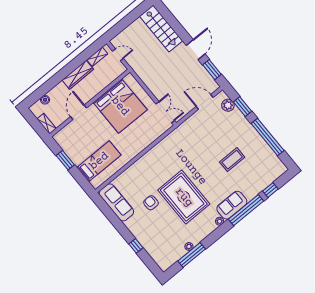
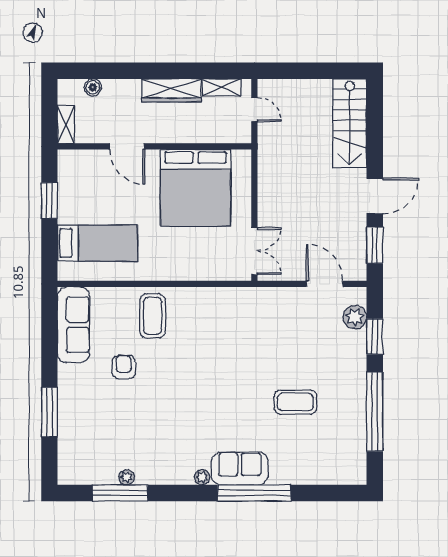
door: (79, 112) -> (127, 146), swing flipped
coffee table: (146, 172) -> (153, 316), added
window: (270, 190) -> (315, 493), removed
rug: (184, 197) -> (179, 398), removed
window: (136, 246) -> (49, 412), width x2.17

